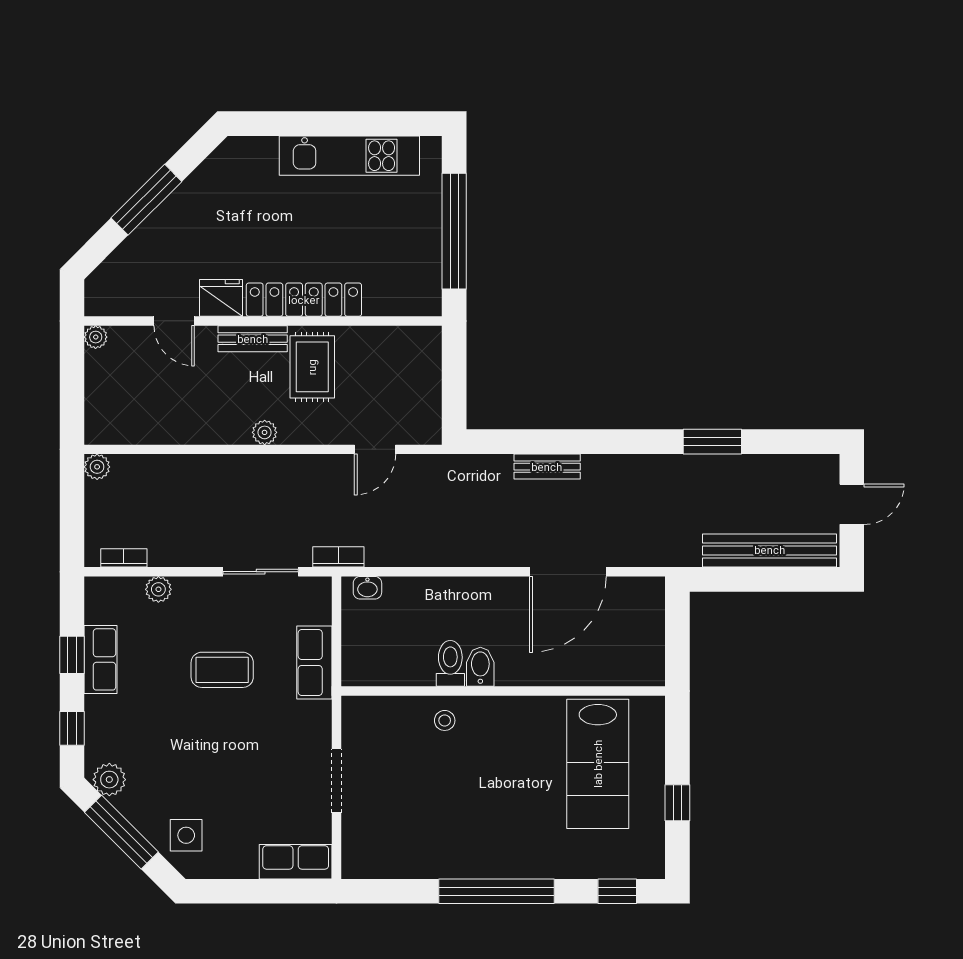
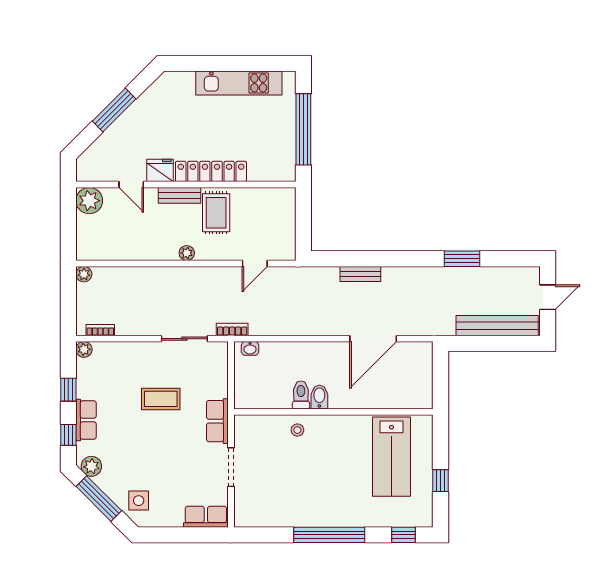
plant: (96, 337) -> (89, 201), width x1.87, depth x1.87
plant: (158, 589) -> (84, 349), moved
row of seats: (101, 659) -> (86, 420), moved
row of seats: (314, 662) -> (217, 421), moved

